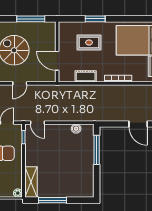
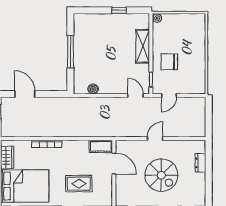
cot: (86, 76) -> (101, 146), moved
window: (97, 150) -> (70, 52), moved
shelving: (31, 182) -> (143, 46), moved
window: (53, 200) -> (119, 10), width x0.46

